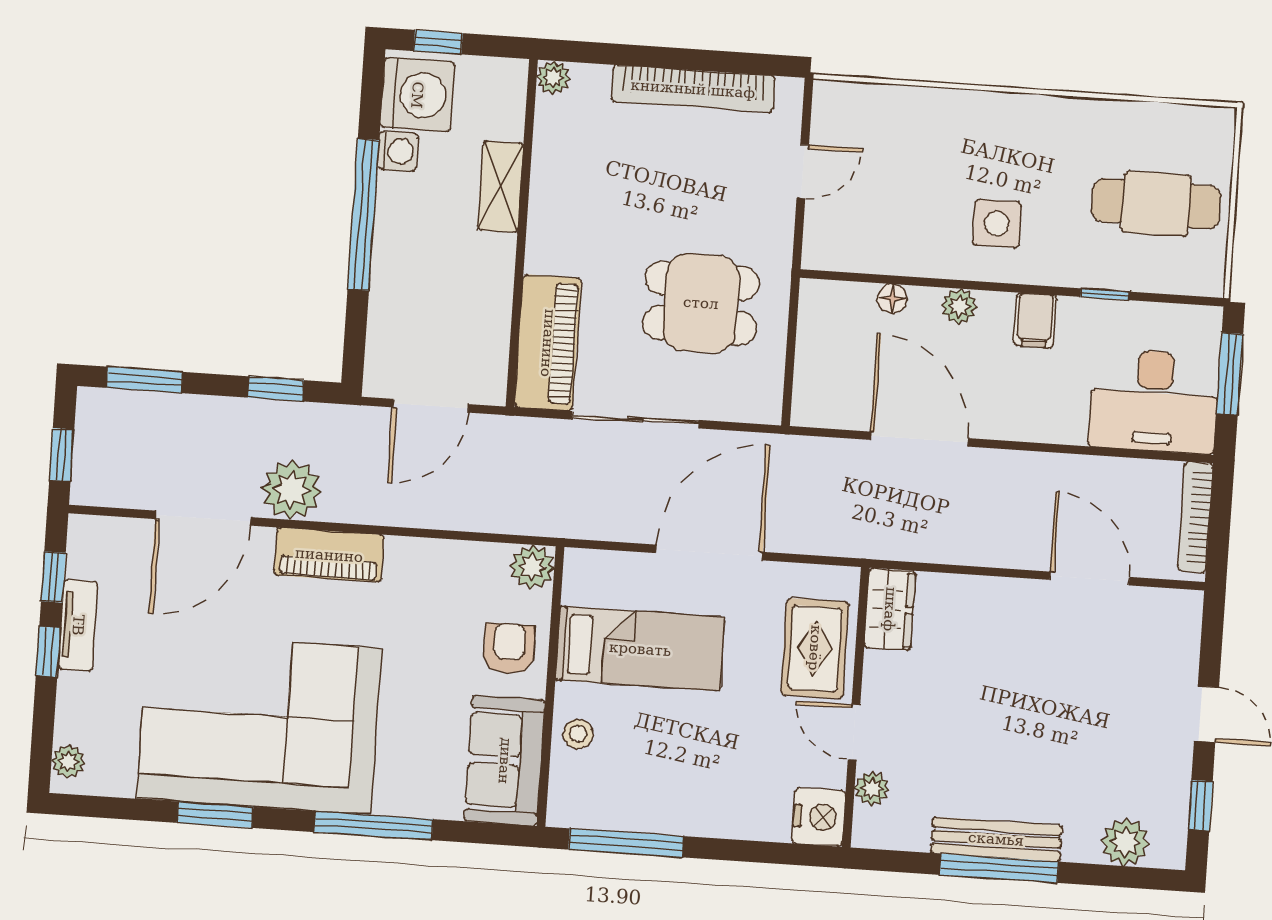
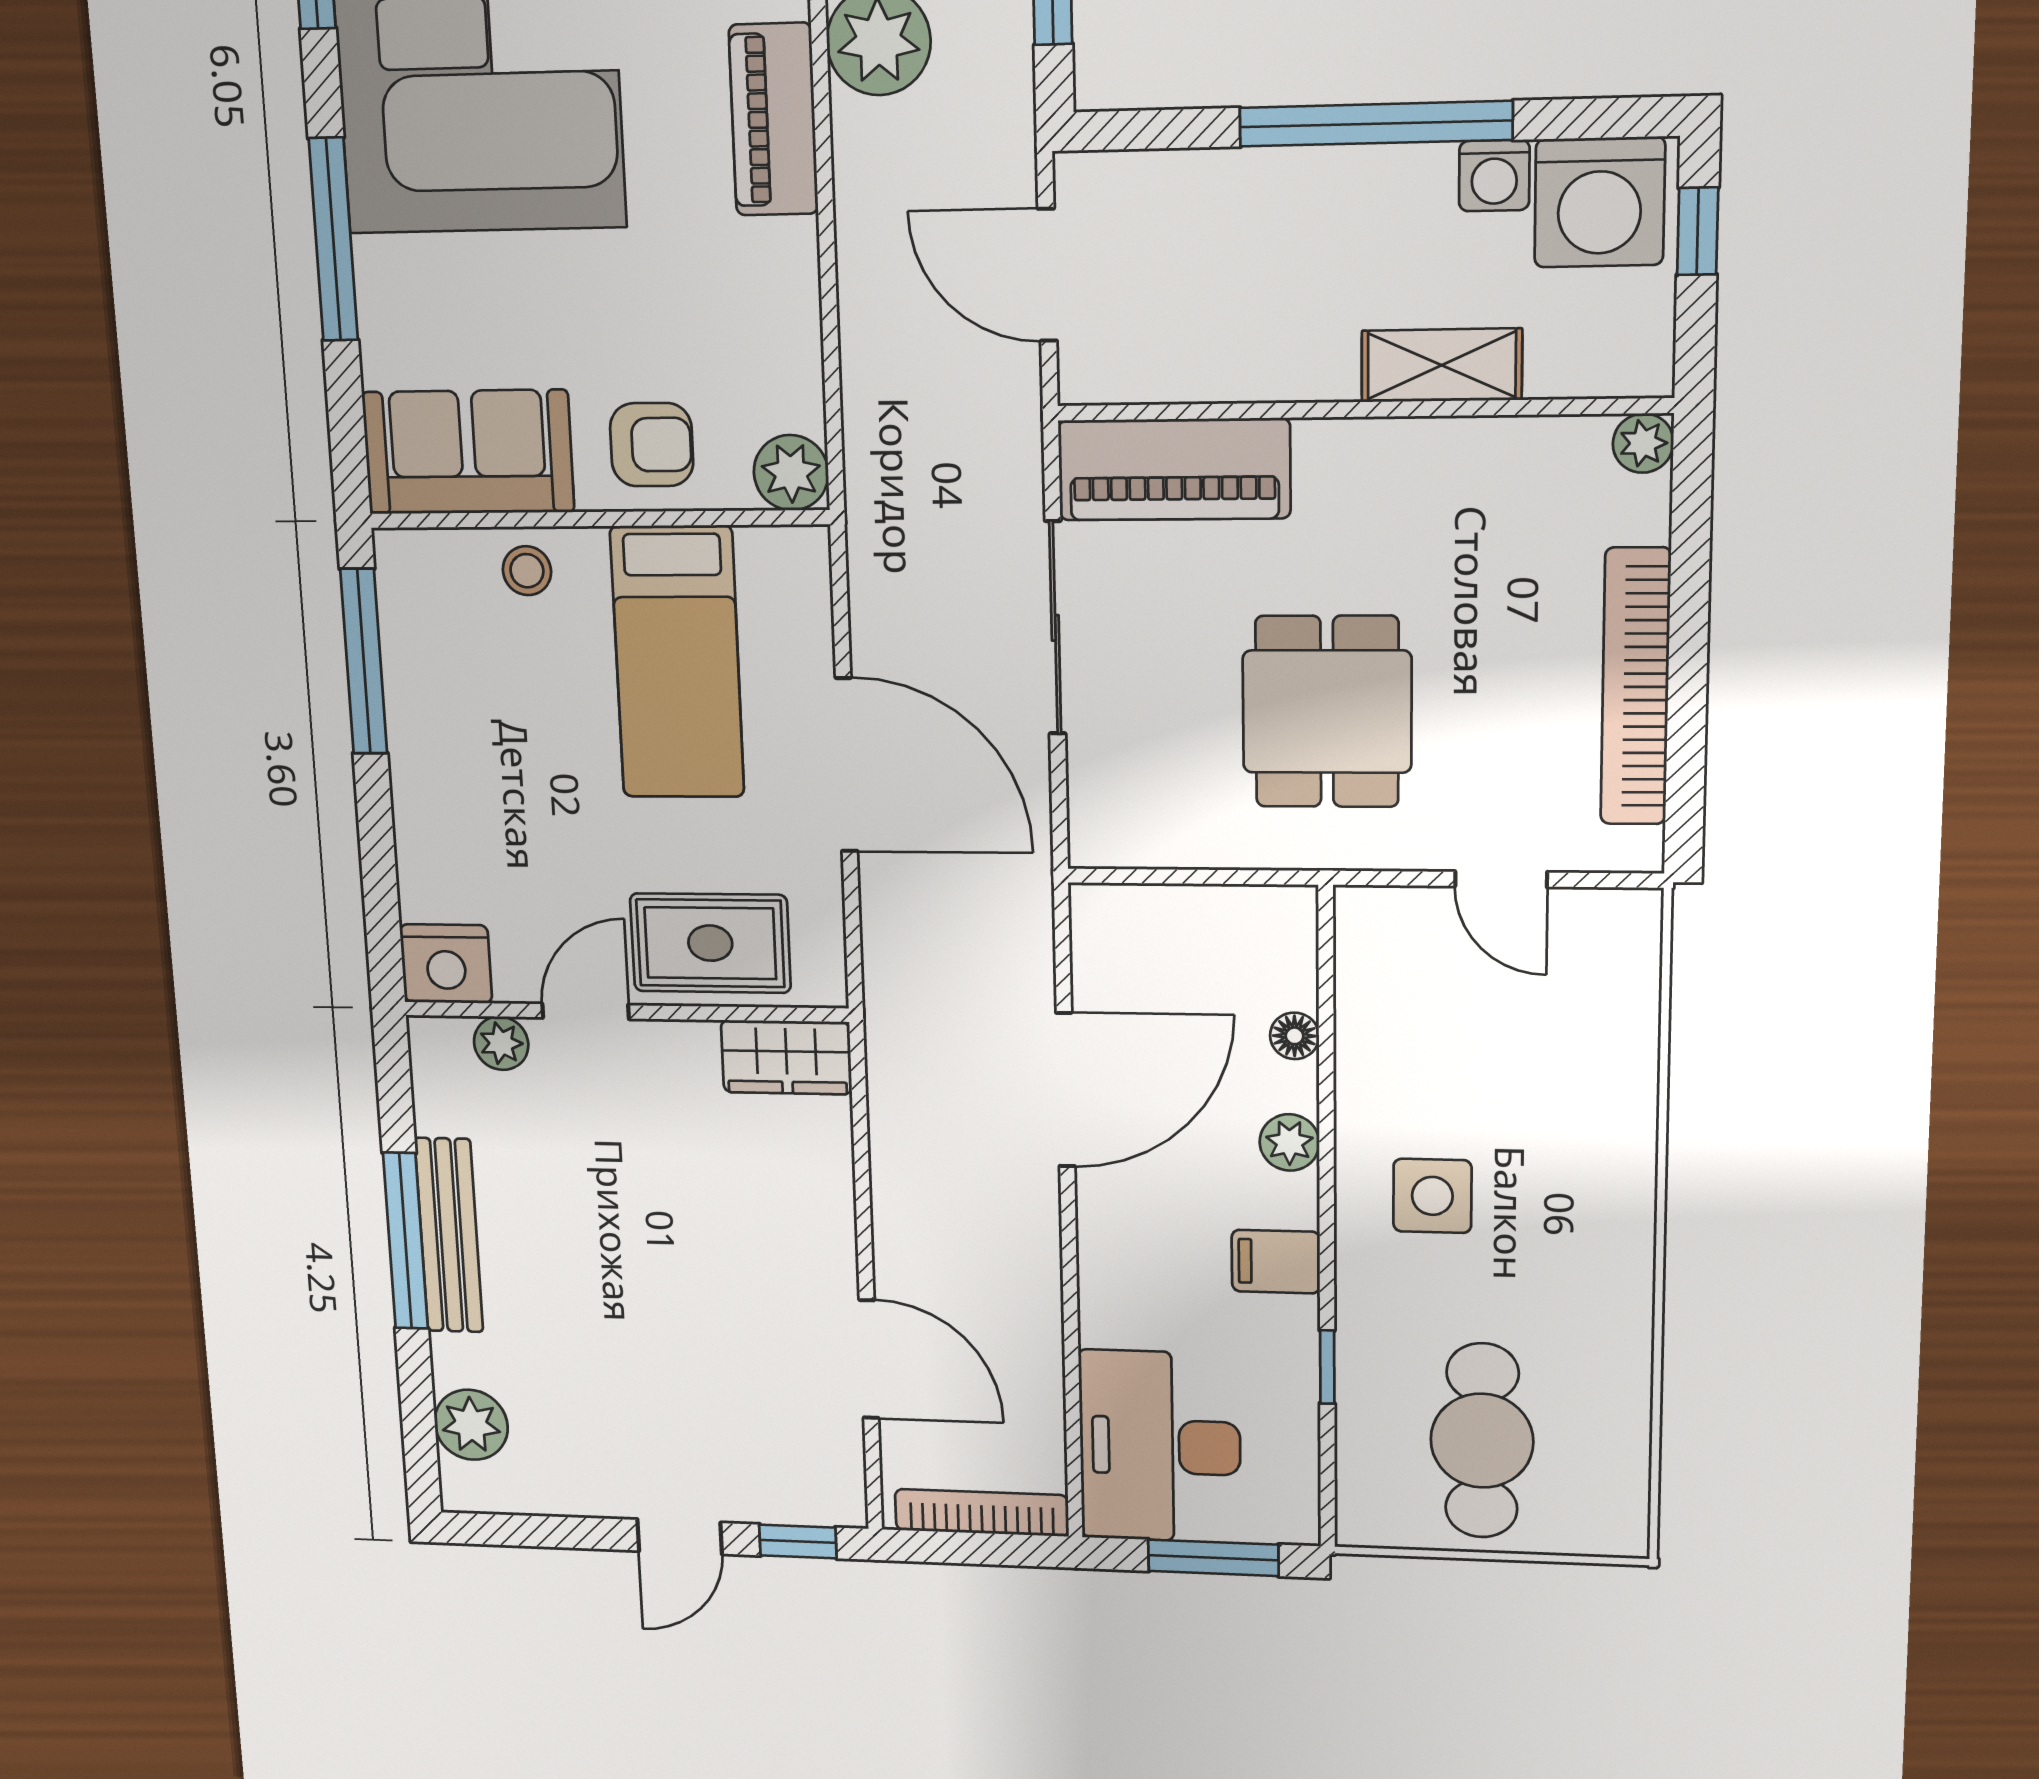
dining table: (701, 303) -> (1327, 712), moved
door: (1090, 578) -> (869, 1359), hinge flipped
window: (1200, 805) -> (798, 1541), moved

